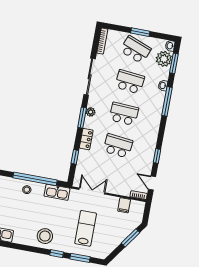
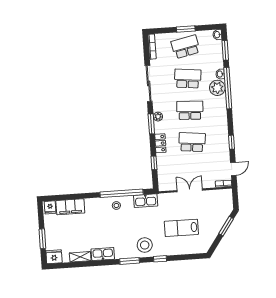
school desk: (136, 50) -> (186, 47), turned -33
plant: (164, 59) -> (217, 88), moved
window: (167, 101) -> (228, 88), width x1.46
door: (152, 183) -> (233, 169), swing flipped
double door: (92, 191) -> (190, 190), moved
filing cabinet: (124, 205) -> (212, 197), removed
lab bench: (86, 228) -> (181, 228), turned -90
window: (80, 258) -> (130, 261), moved

